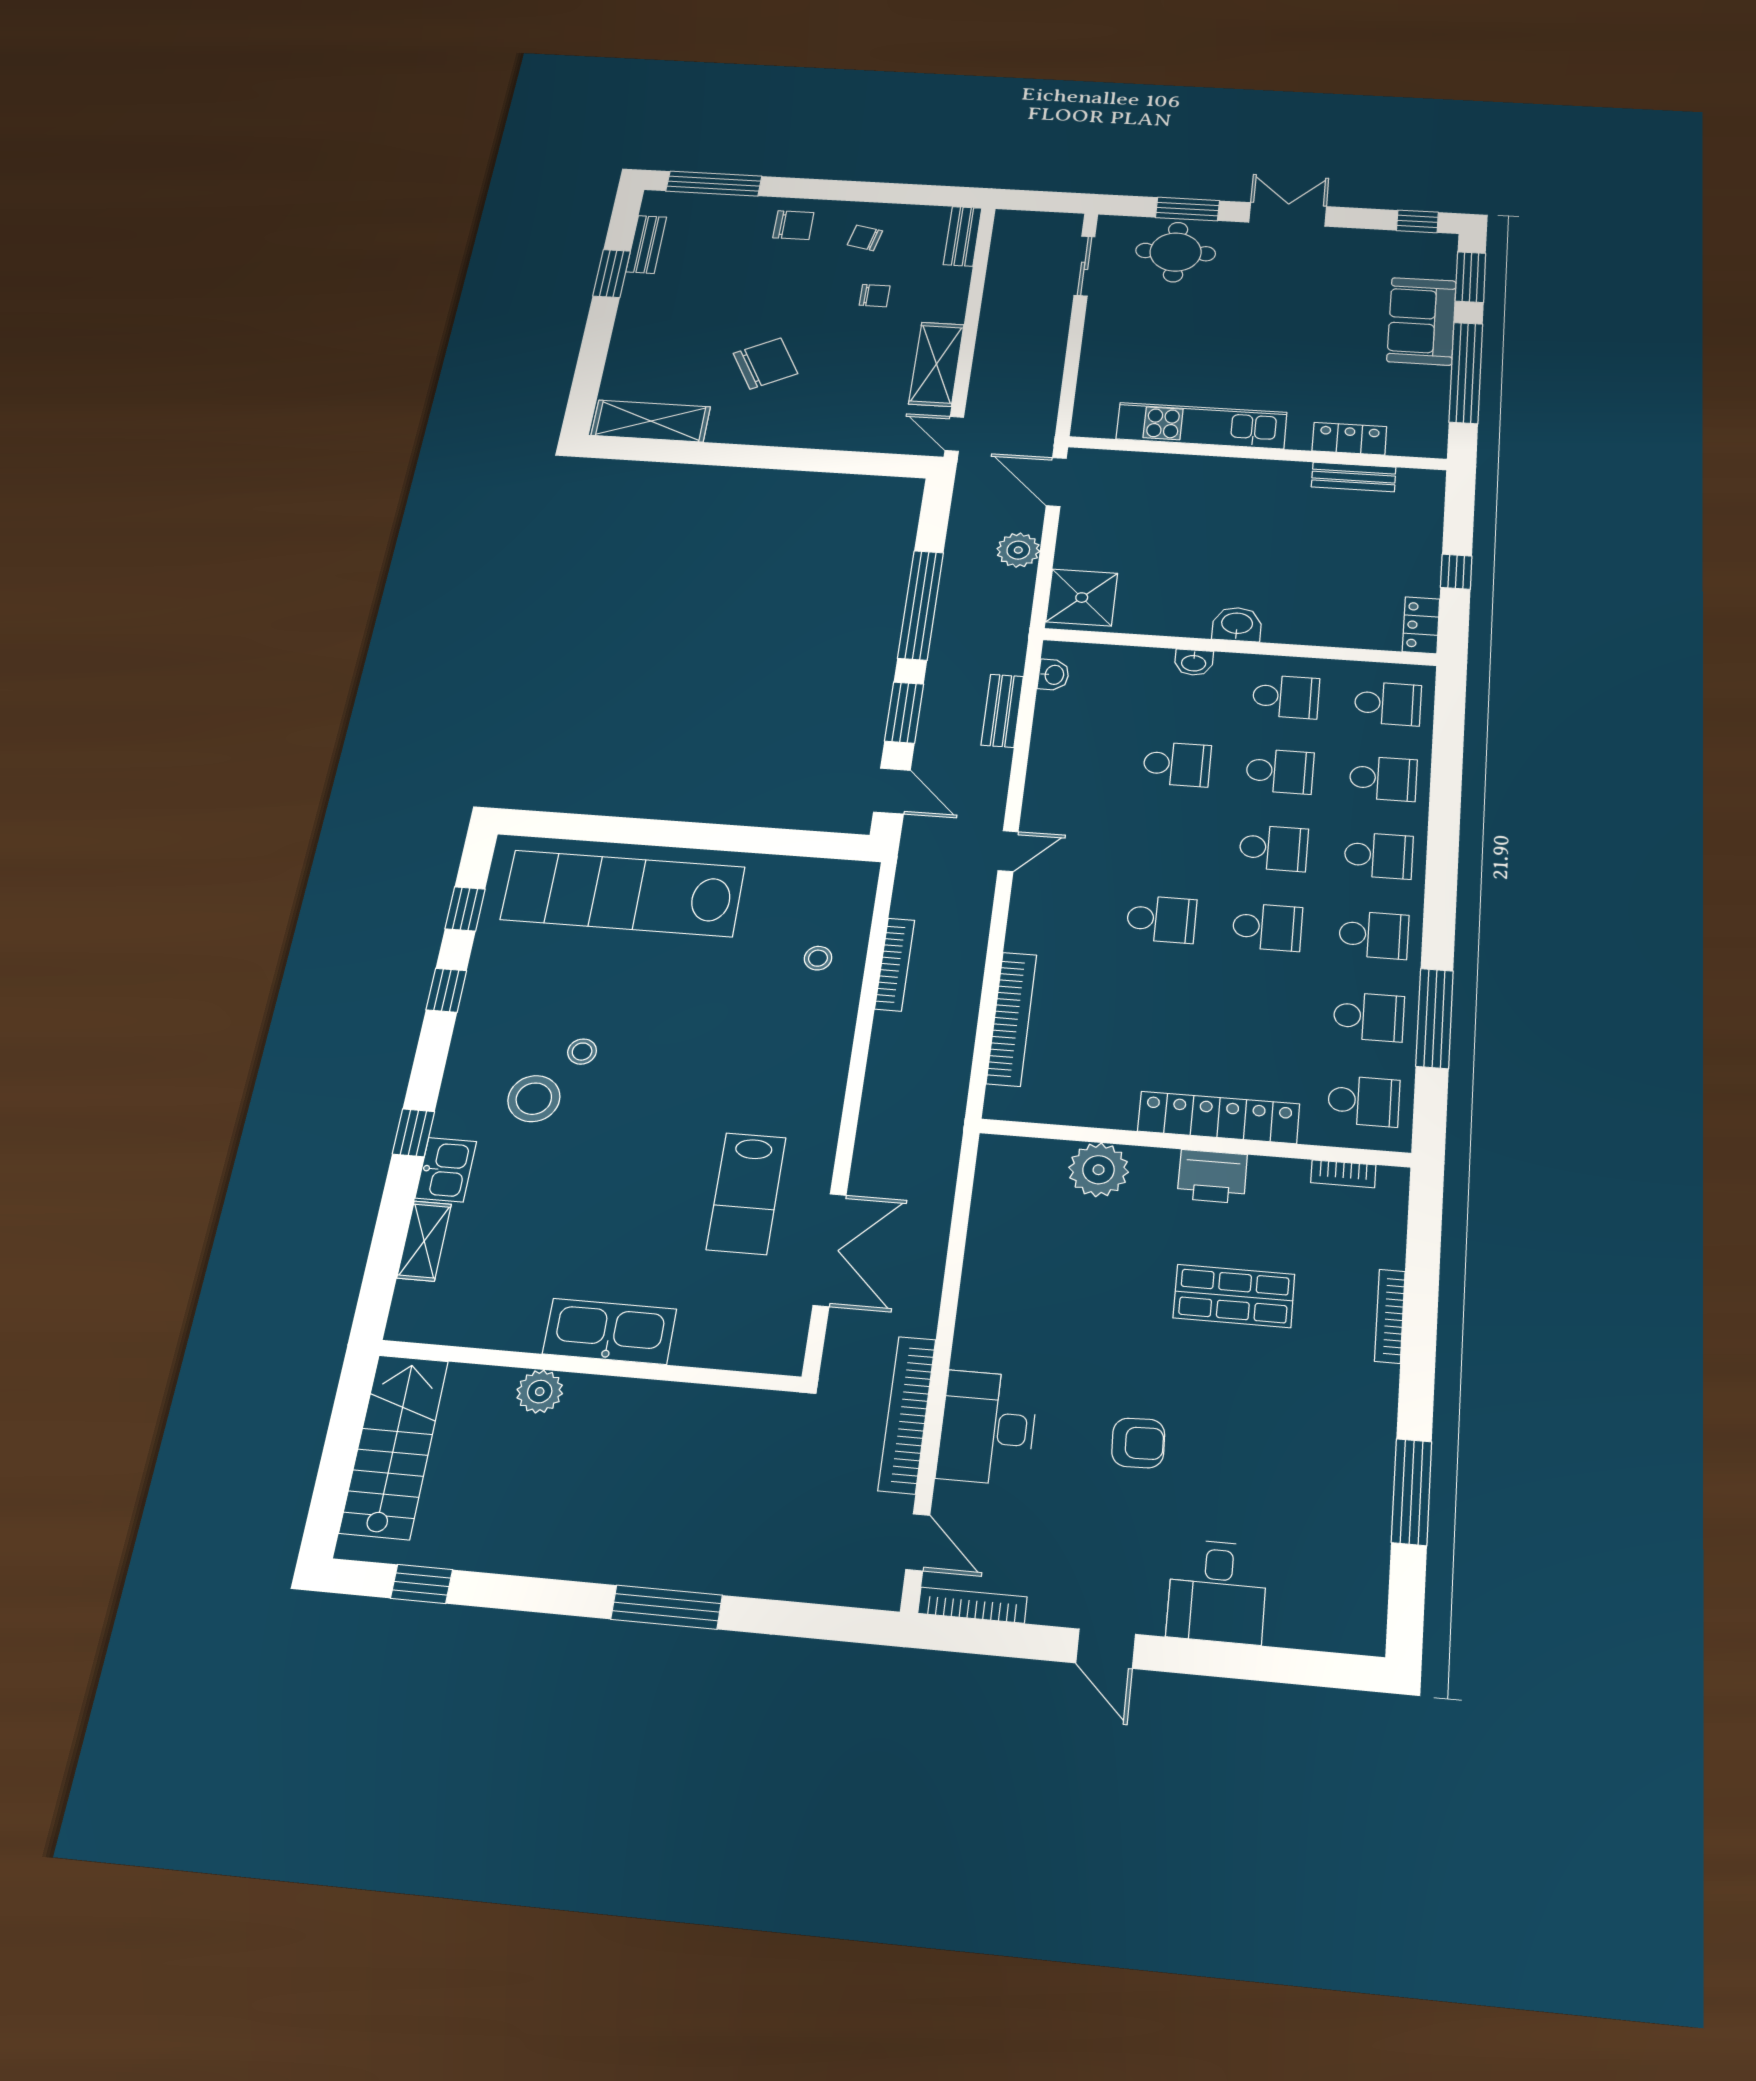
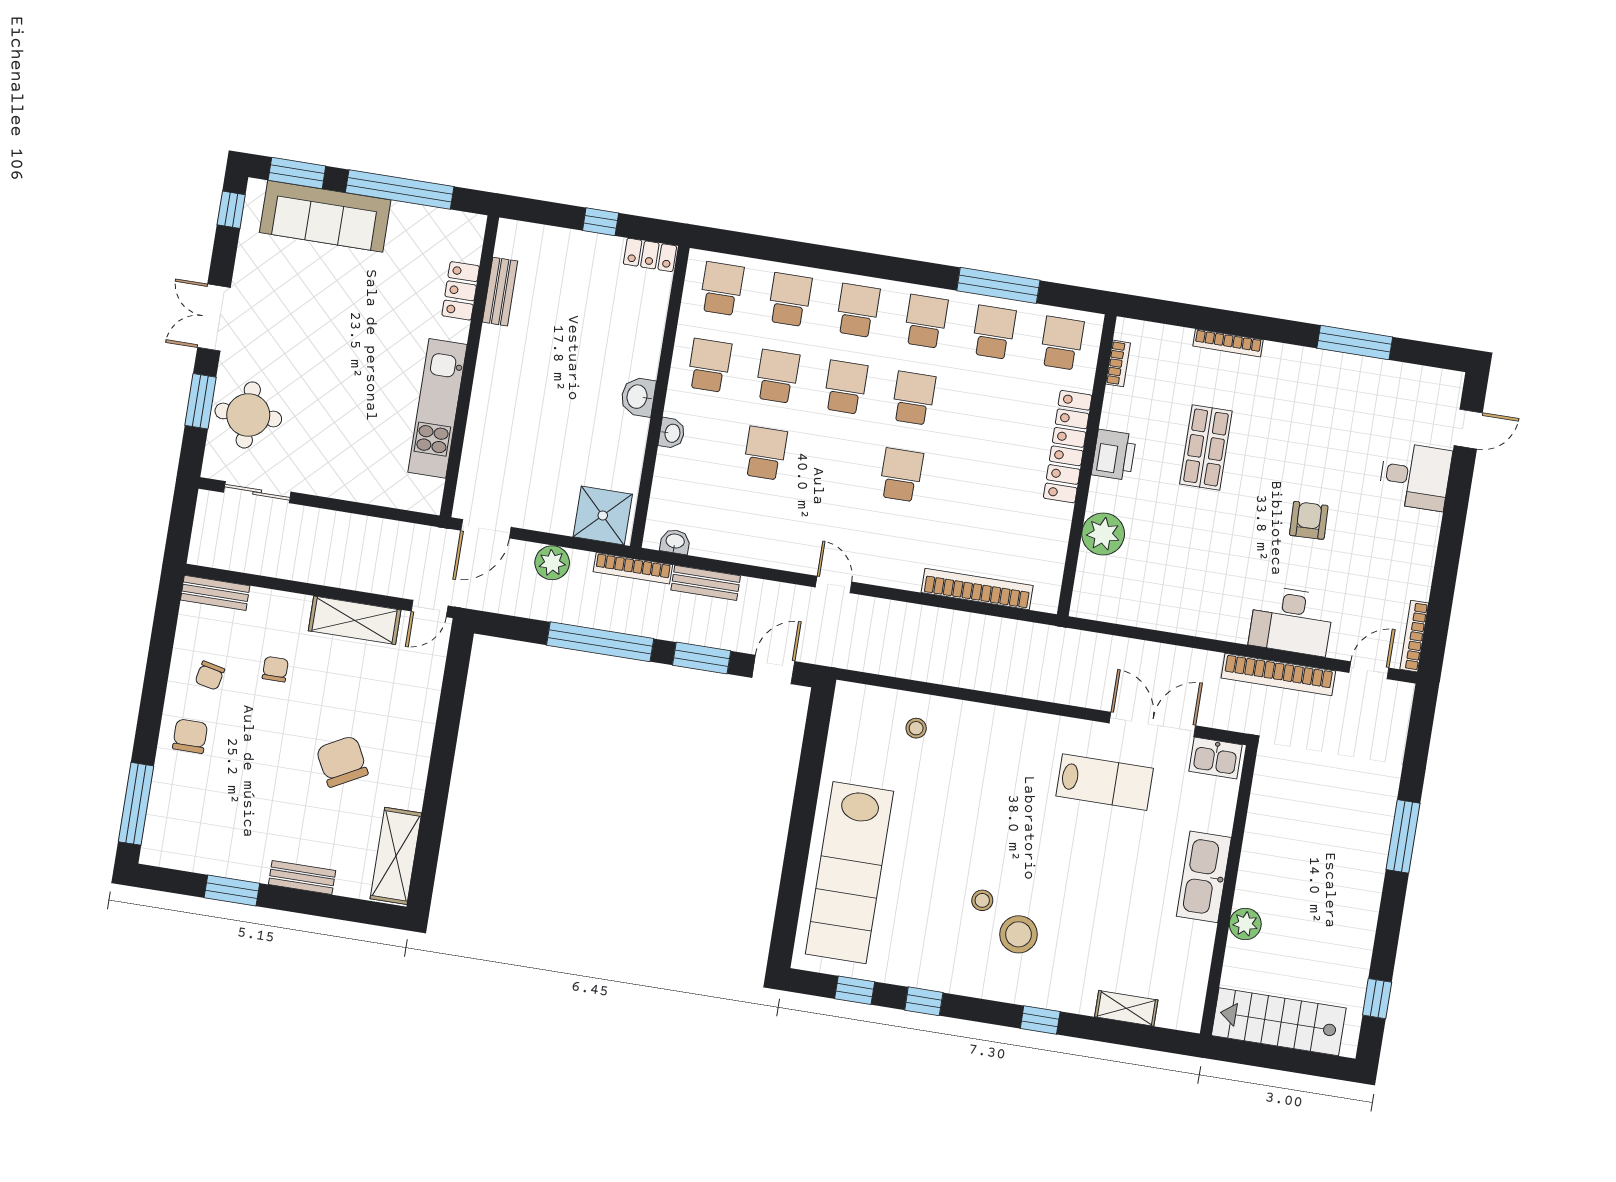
bench: (646, 244) -> (302, 878), moved
sofa: (1422, 321) -> (325, 216), width x1.36
bookcase: (895, 964) -> (633, 568), moved, turned 180
kitchen sink: (446, 1170) -> (1215, 758), moved, turned 180
door: (1106, 1649) -> (1468, 429), moved

